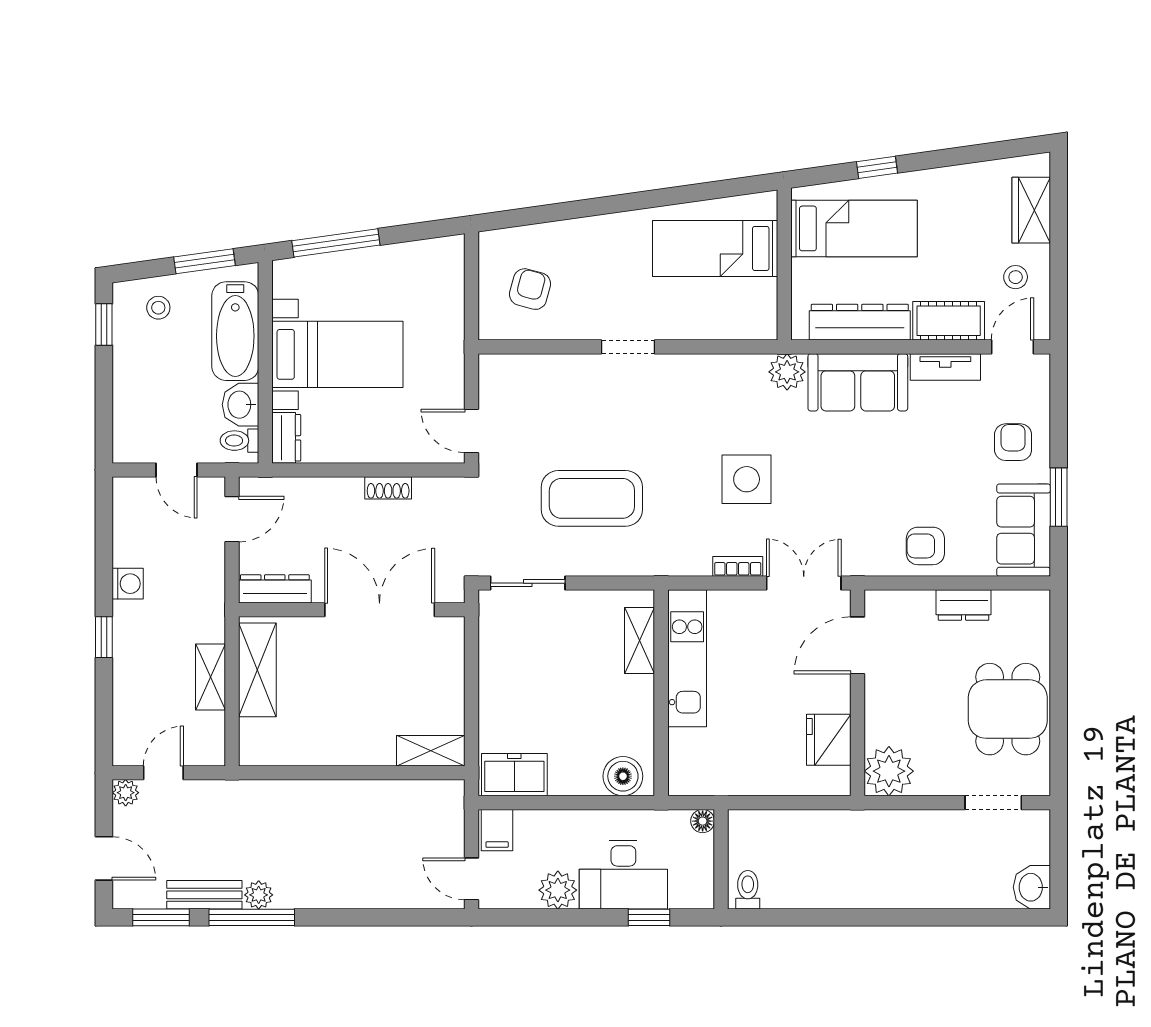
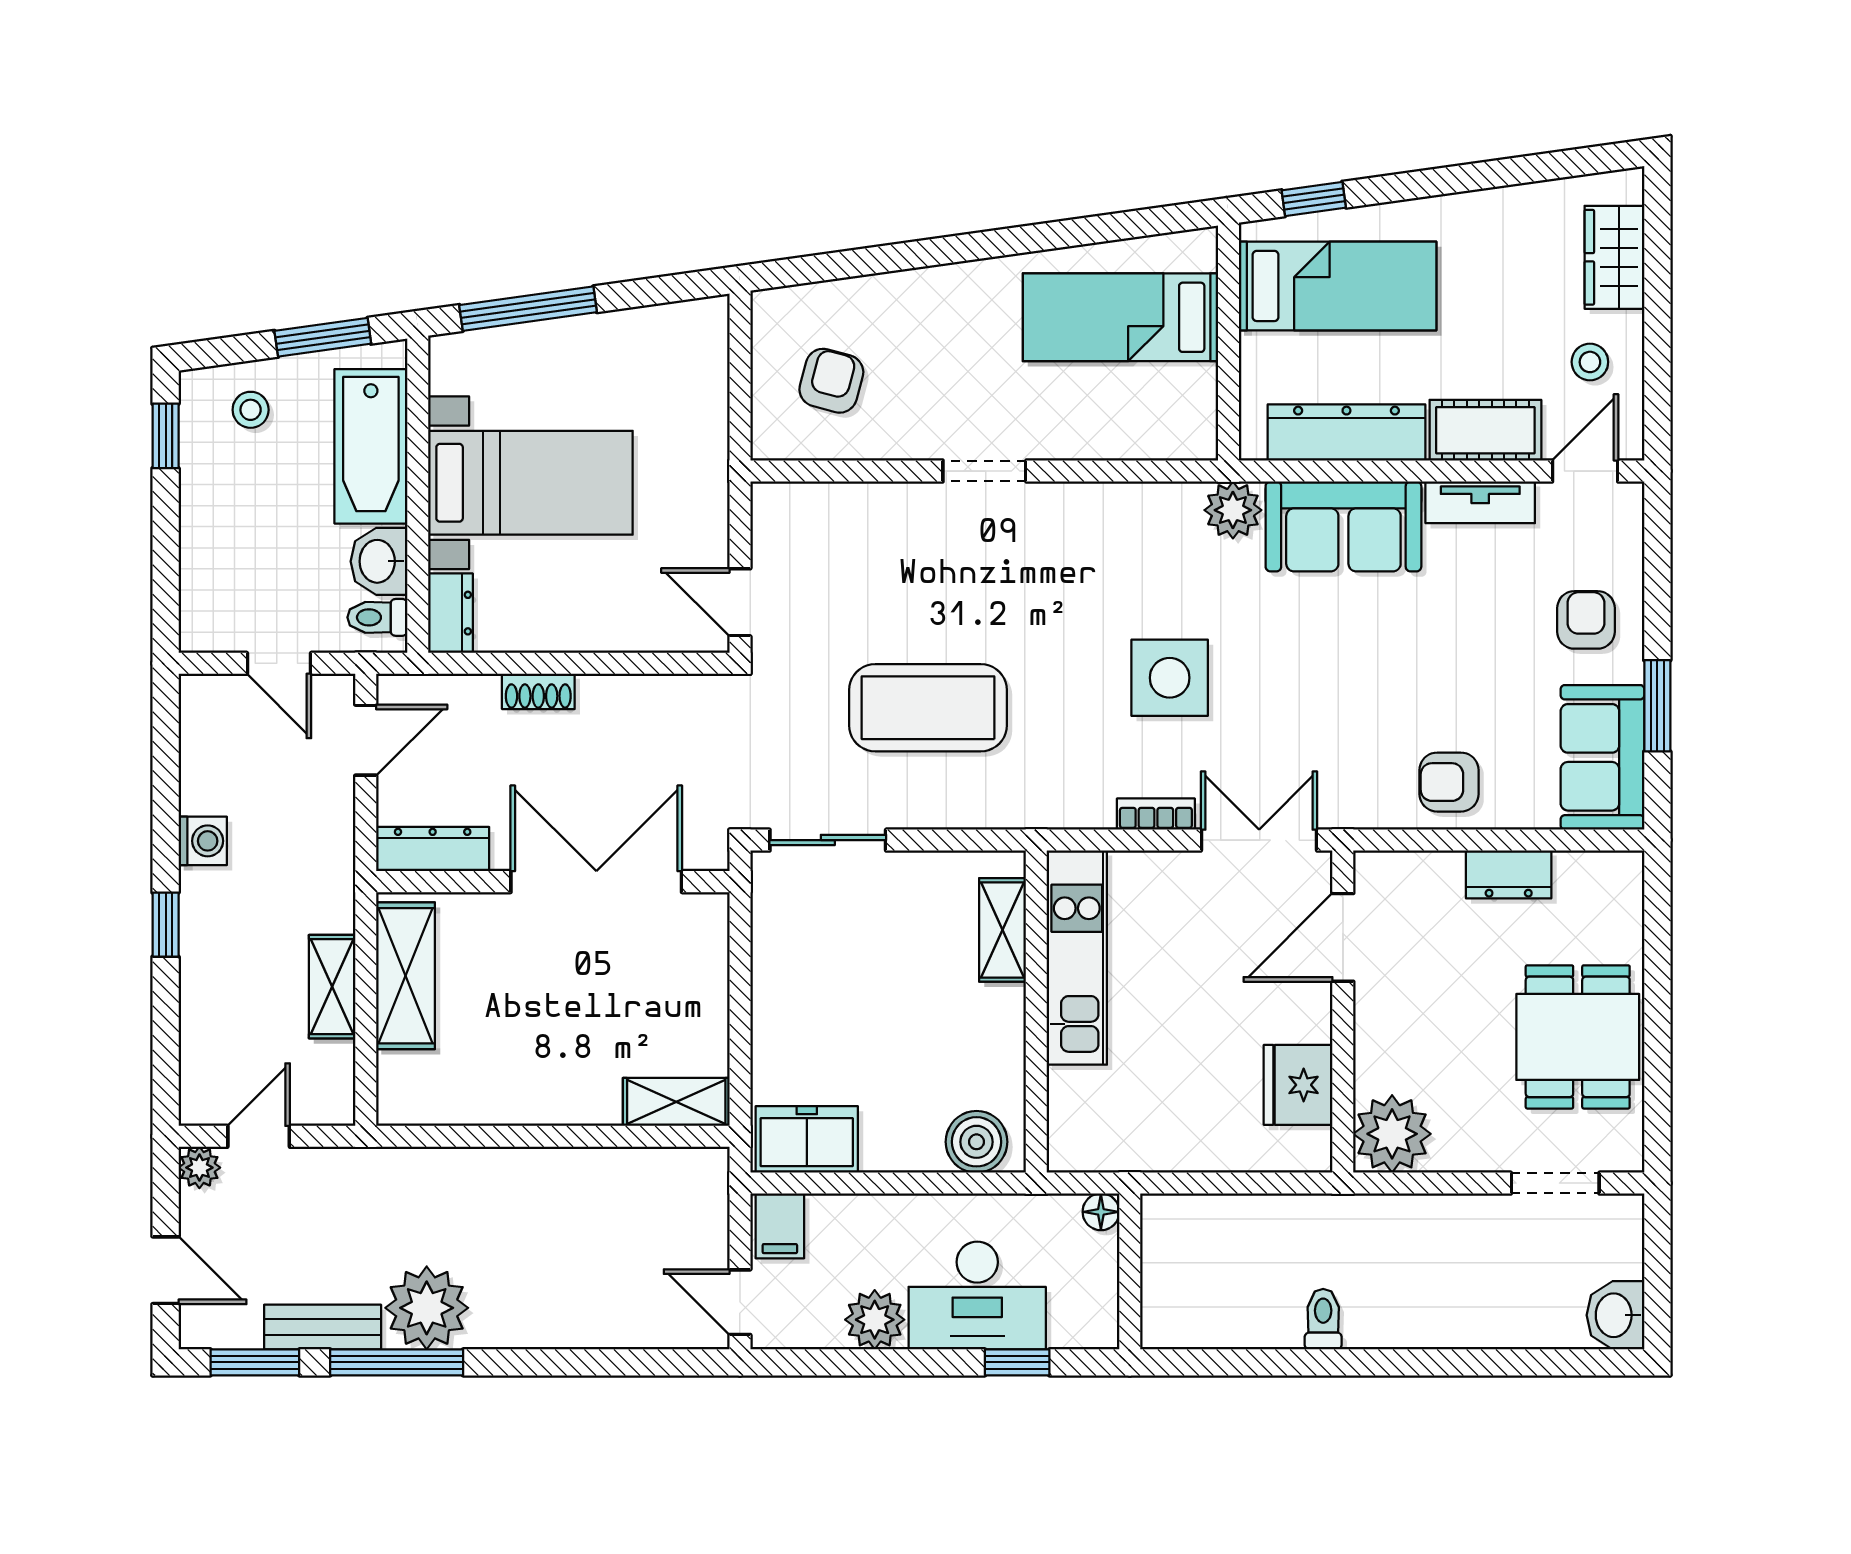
window: (877, 167) -> (1314, 199), moved
shoe rack: (388, 488) -> (538, 691), moved
toilet: (748, 890) -> (1323, 1319), moved
plant: (259, 895) -> (427, 1308), width x1.87, depth x1.87

